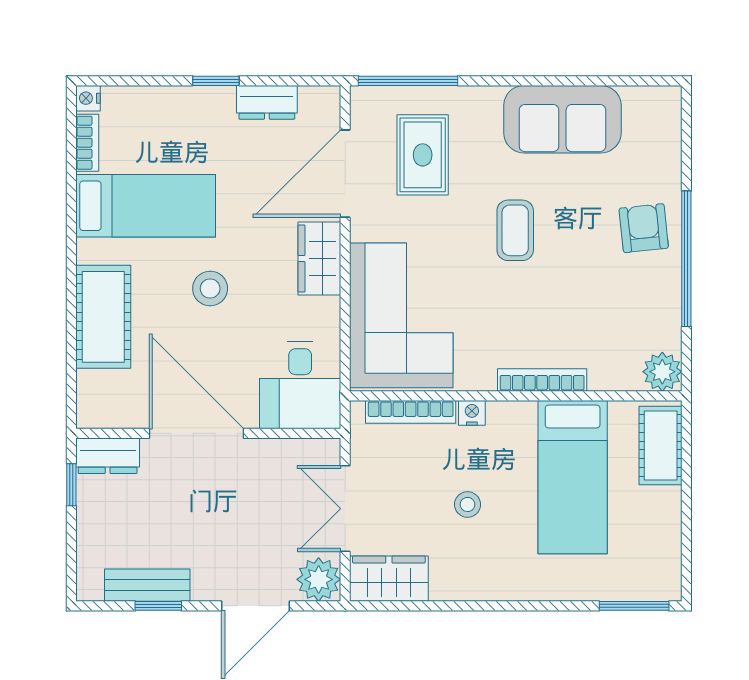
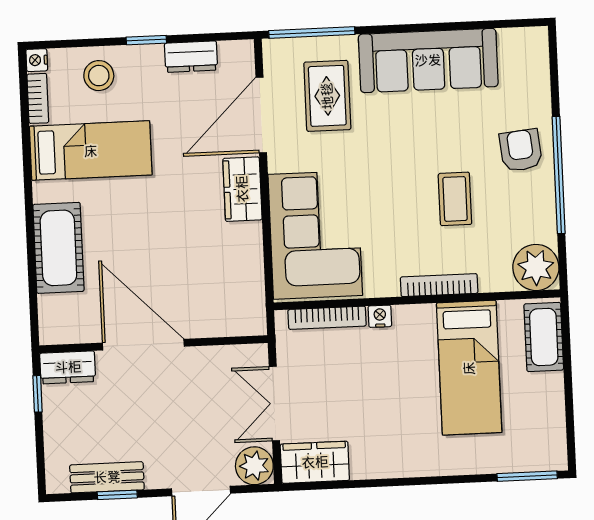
sofa: (562, 119) -> (428, 60), width x1.36
coffee table: (515, 230) -> (455, 199), moved
stool: (210, 288) -> (99, 76), moved
plant: (662, 372) -> (536, 267), width x1.36, depth x1.36
desk: (300, 385) -> (231, 299), removed
stool: (468, 504) -> (380, 395), removed

